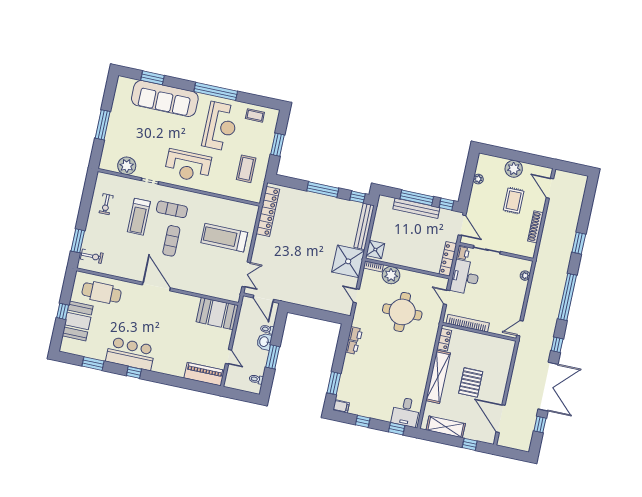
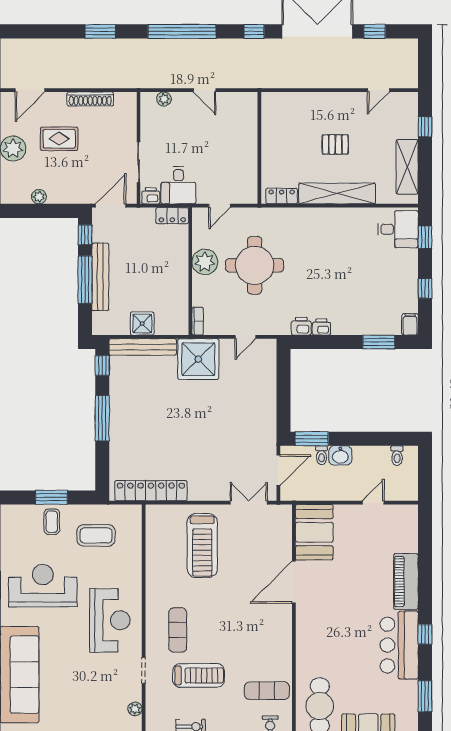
coffee table: (255, 115) -> (52, 522), moved
plant: (127, 166) -> (135, 709), width x0.53, depth x0.53
exercise mat: (171, 241) -> (267, 691), moved
shower: (375, 249) -> (142, 324), moved
locker: (448, 259) -> (172, 216), width x0.66
plant: (391, 275) -> (205, 262), moved
desk: (465, 277) -> (178, 185), width x0.73
door: (156, 286) -> (294, 582), moved
bookcase: (468, 323) -> (250, 167), removed
door: (520, 328) -> (205, 90), moved
window: (273, 357) -> (312, 439), moved
piano: (204, 374) -> (406, 582), moved
pallet: (471, 382) -> (335, 144), width x0.67, depth x0.71
door: (501, 419) -> (378, 90), width x0.53

